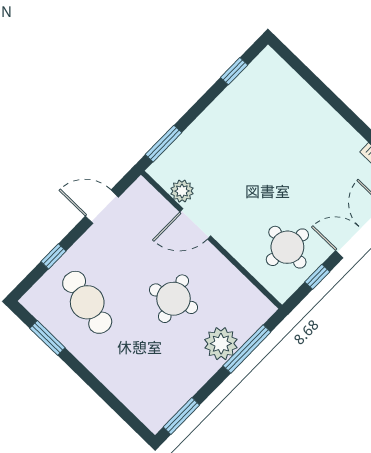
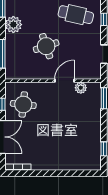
plant: (221, 344) -> (13, 25), moved

